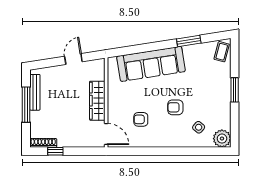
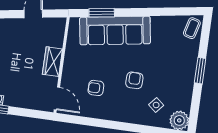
window: (189, 41) -> (102, 13), moved
wardrobe: (97, 101) -> (52, 62), width x0.67
armchair: (175, 107) -> (134, 80), turned 90

